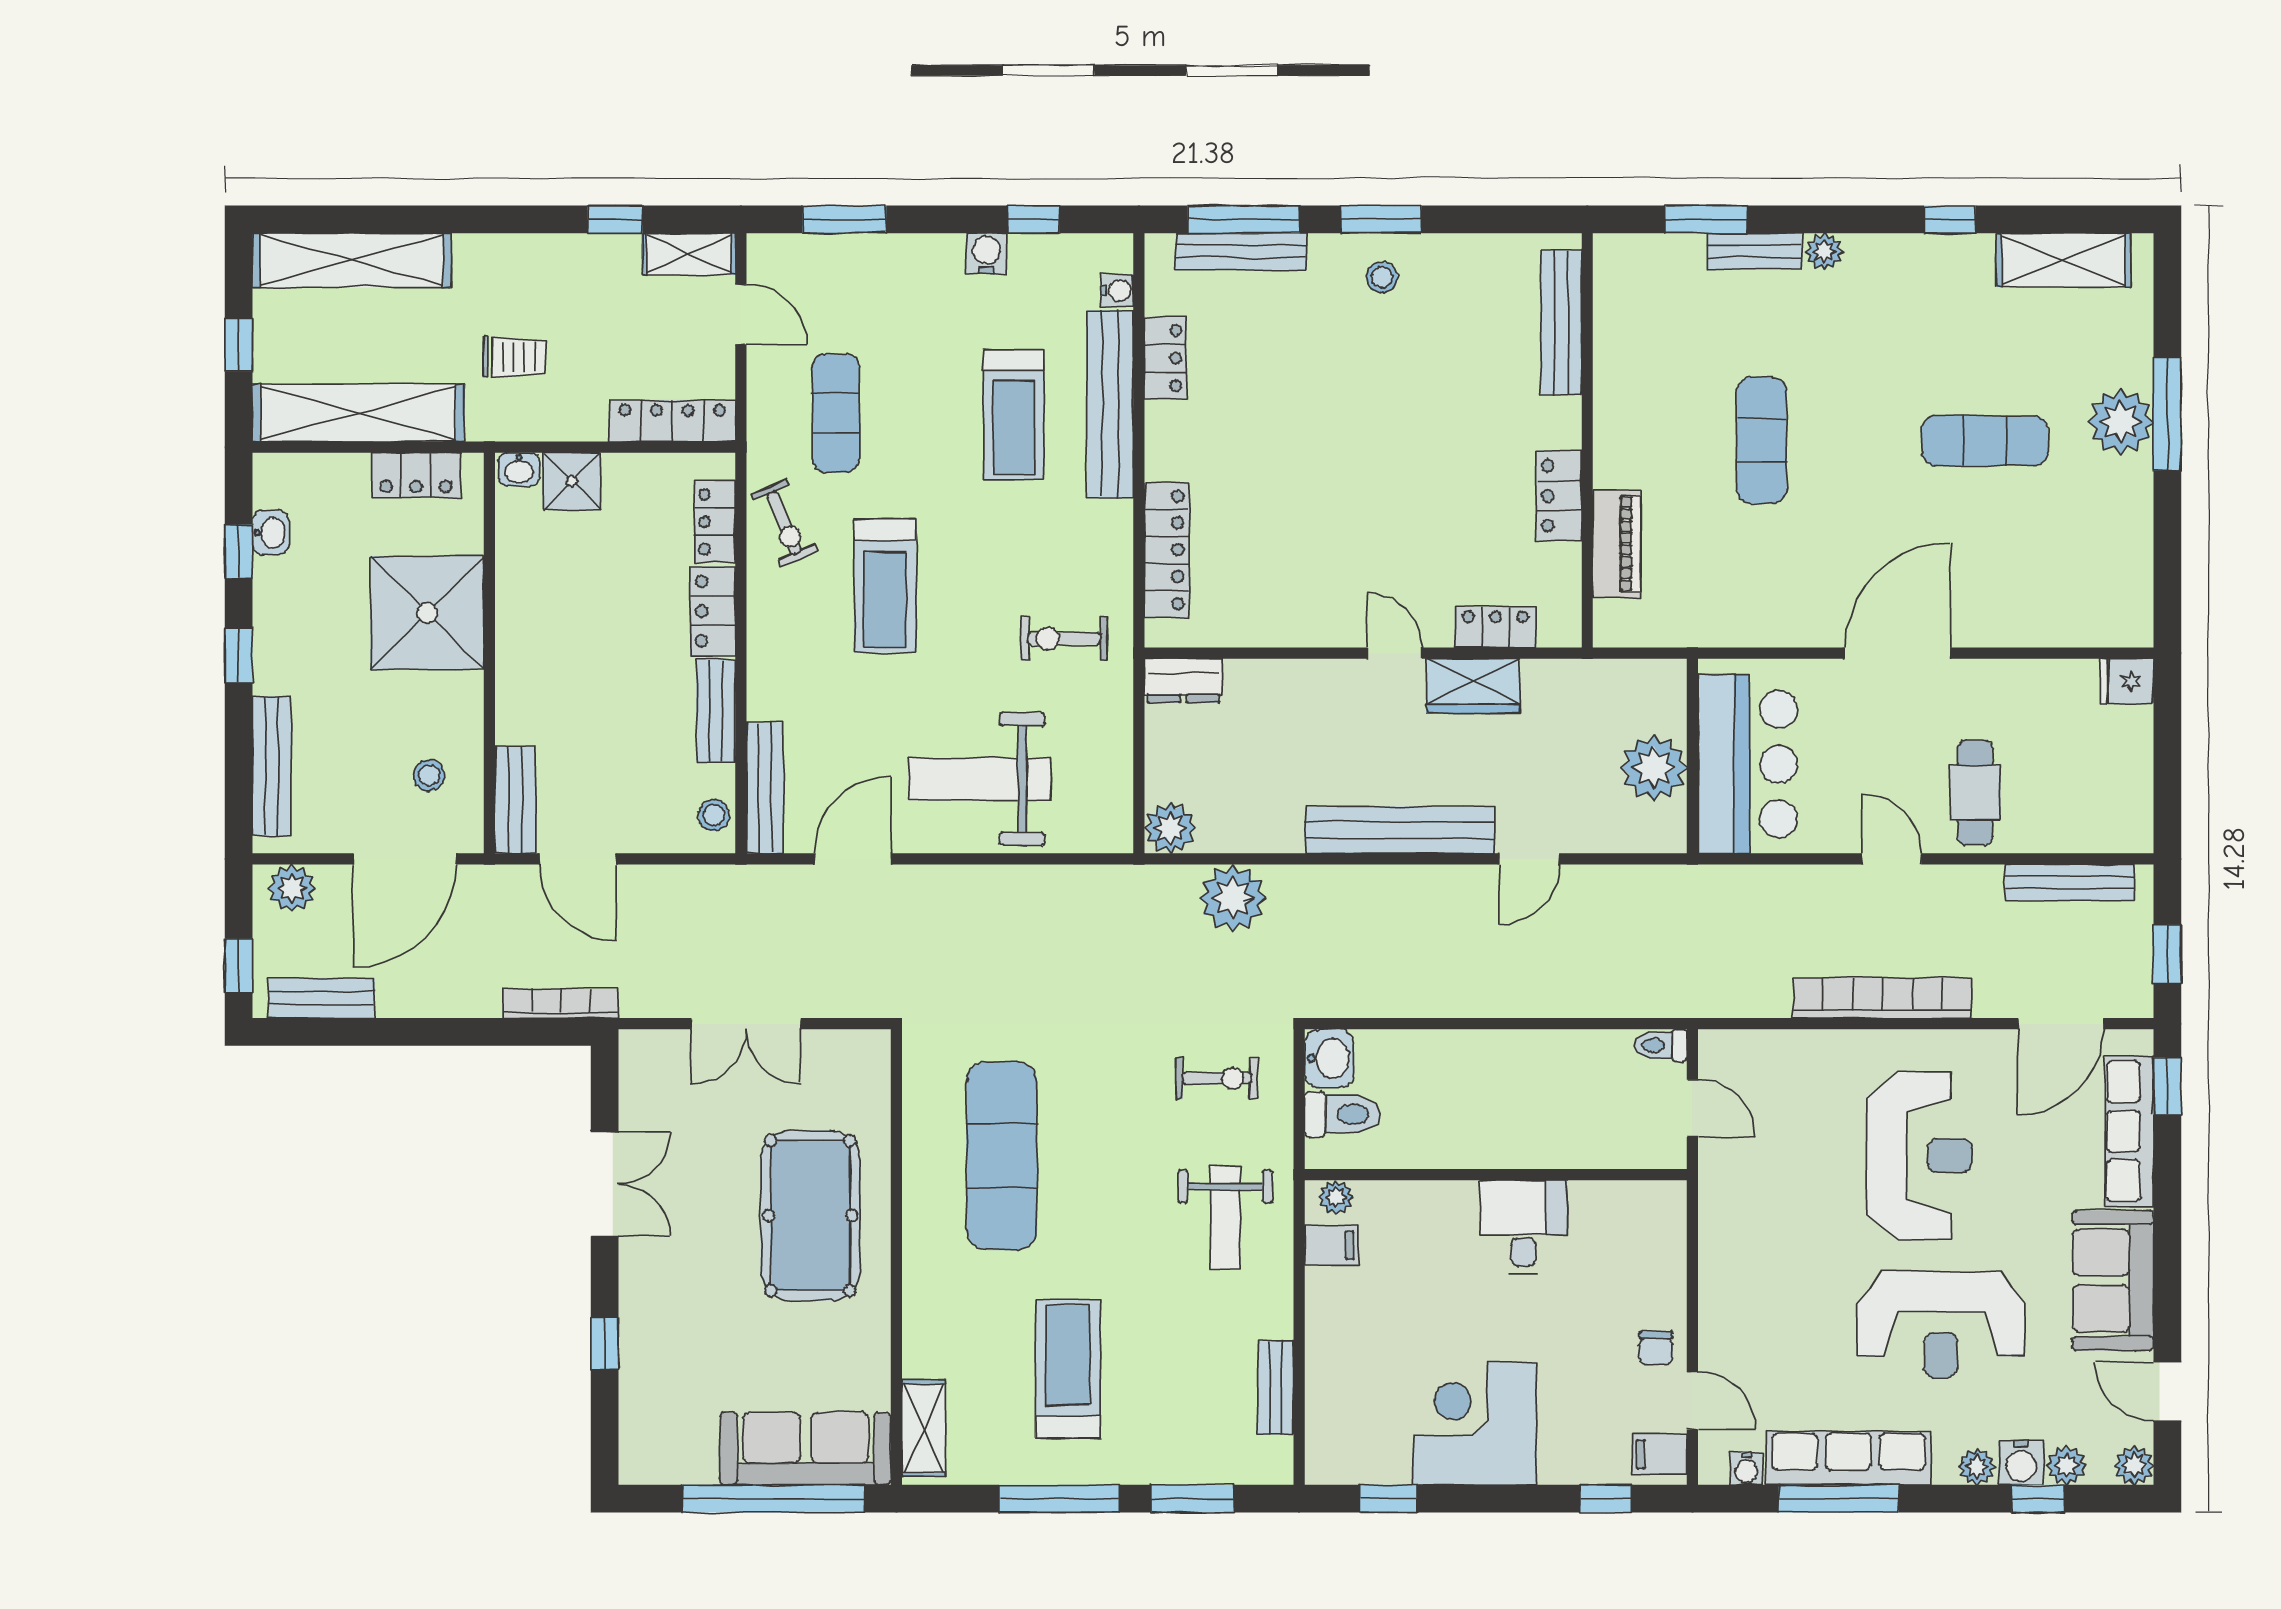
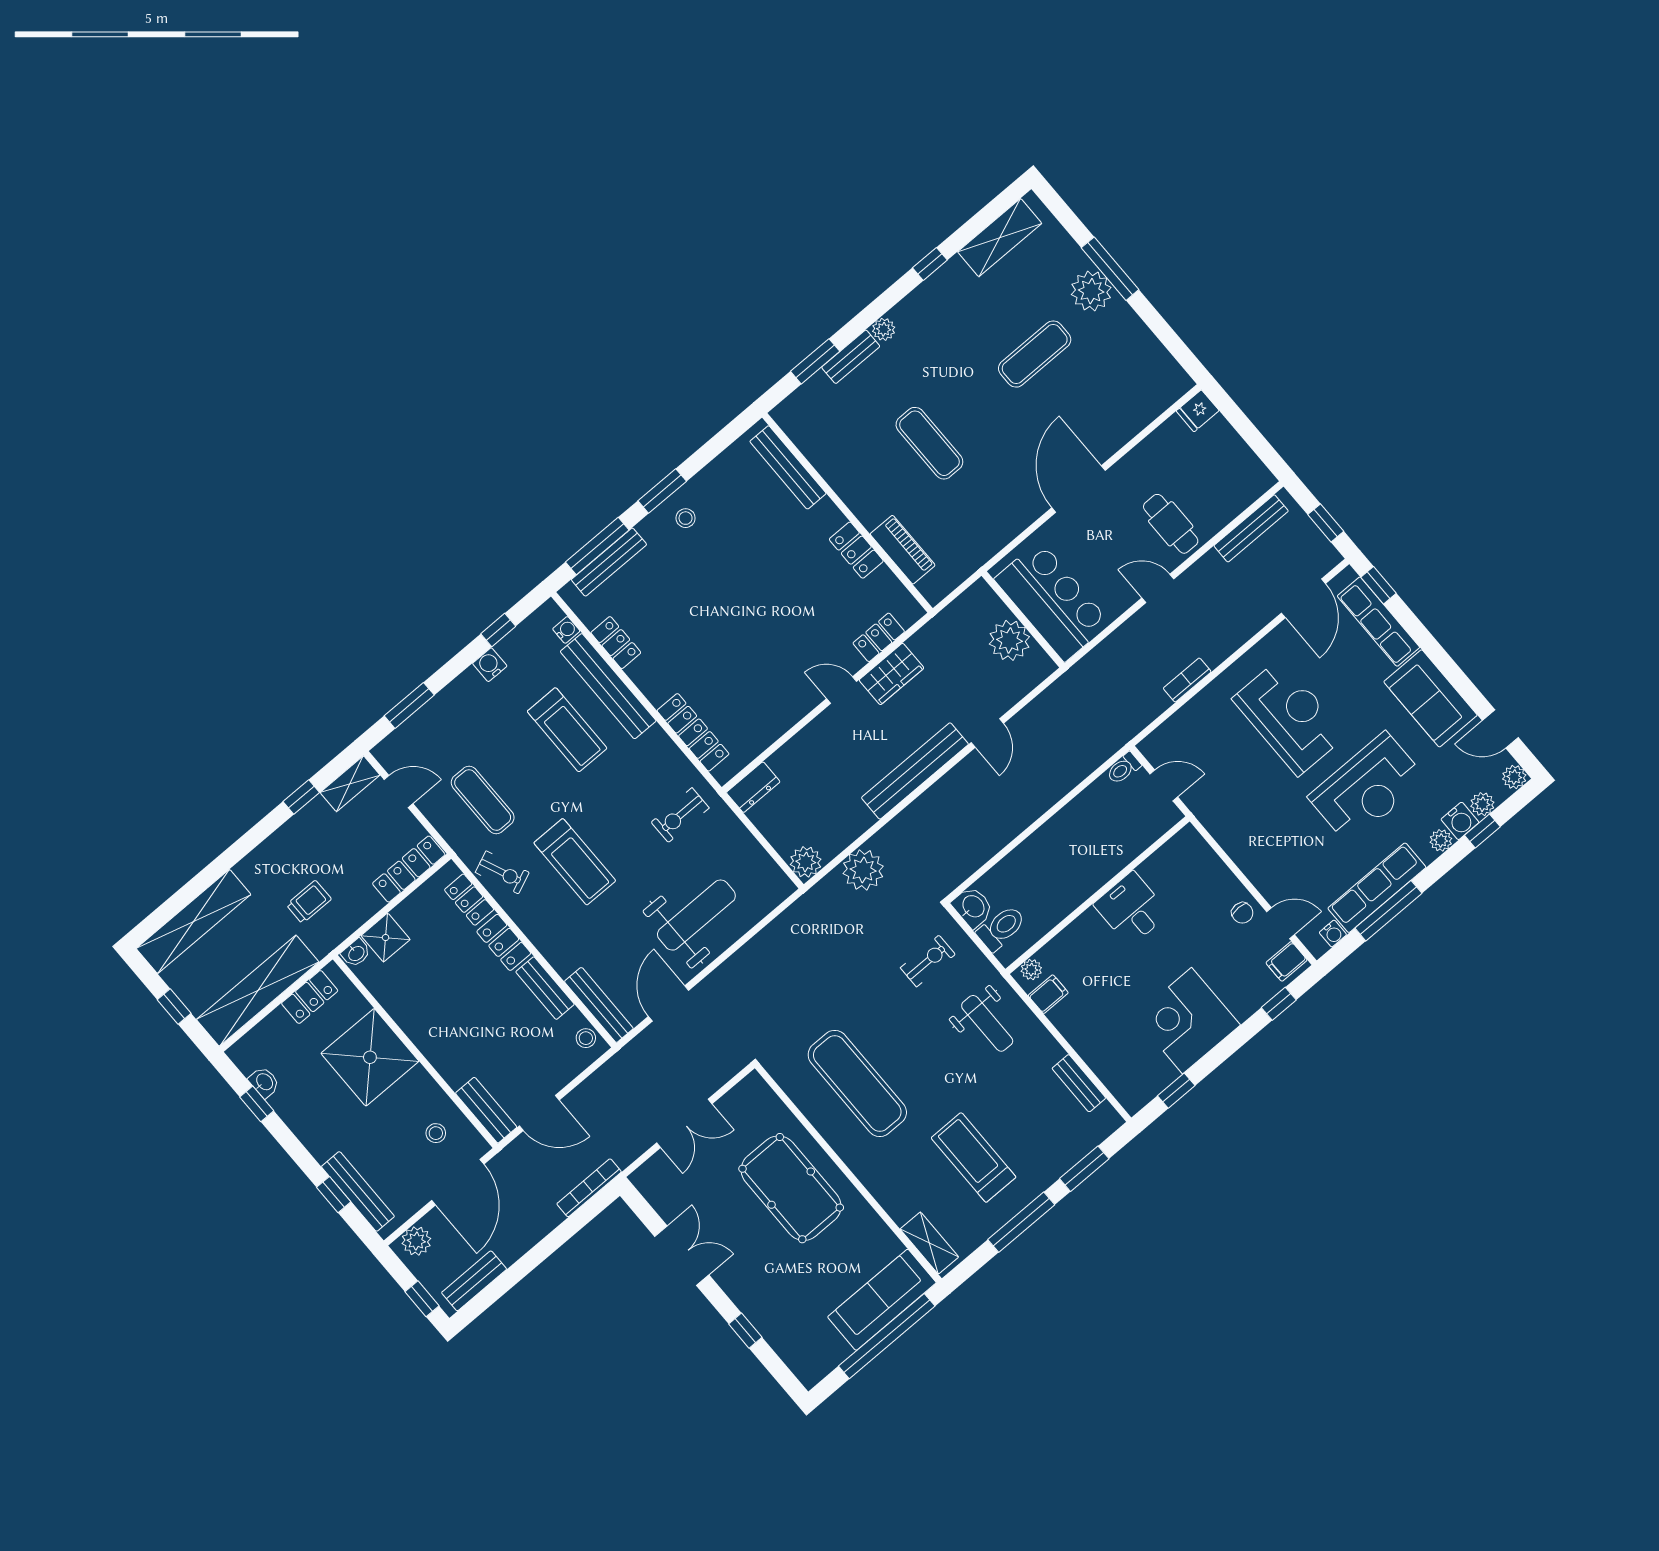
window: (239, 655) -> (334, 1195), moved
weight bench: (979, 779) -> (696, 915), turned 180
bookcase: (1882, 998) -> (1187, 680), width x0.43, depth x0.76

